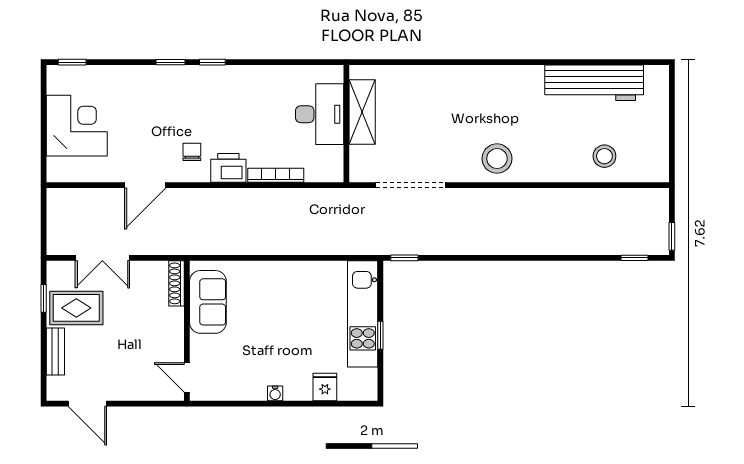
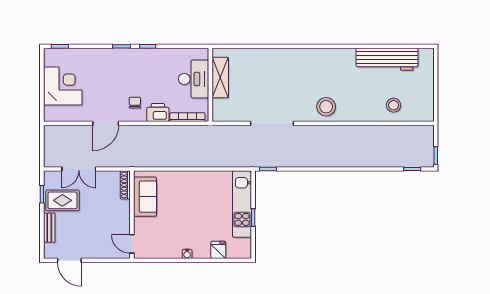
shelving: (362, 112) -> (220, 78), moved
desk: (320, 114) -> (194, 79), moved
wall: (346, 124) -> (210, 85), moved

